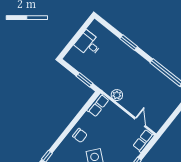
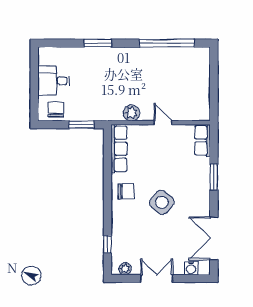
chair: (77, 61) -> (56, 110), added
row of seats: (98, 105) -> (119, 149), width x1.48
door: (140, 122) -> (163, 123), moved

